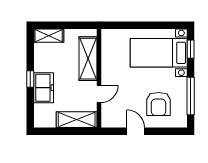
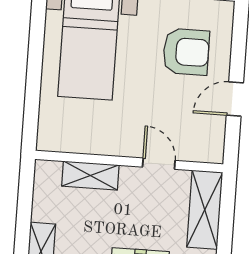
shelving: (88, 59) -> (90, 176), width x0.67, depth x0.75

